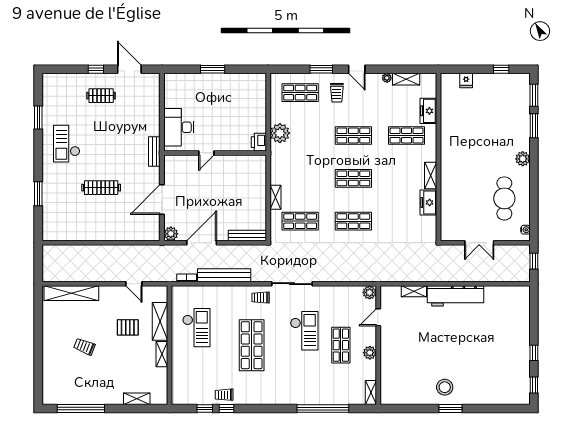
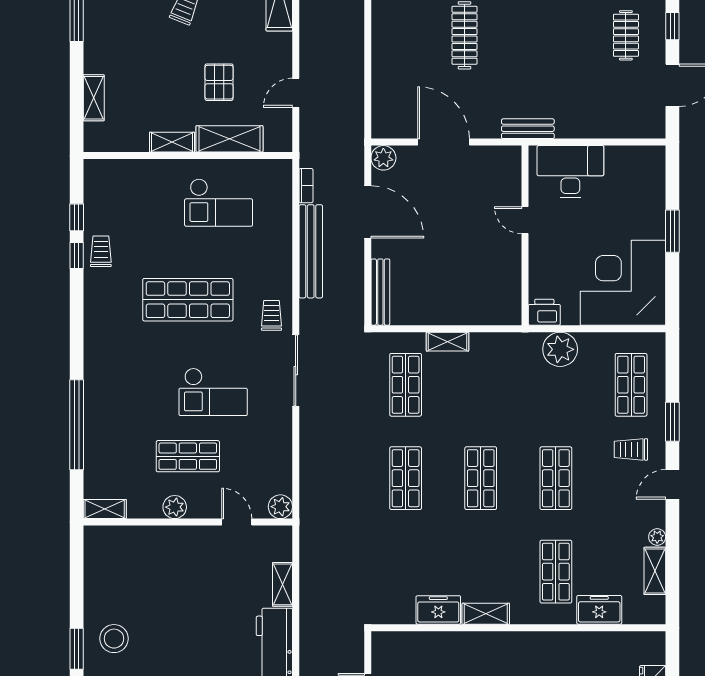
corner desk: (242, 97) -> (623, 283), added

